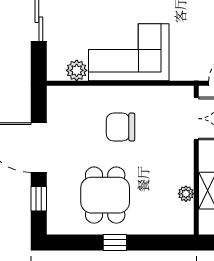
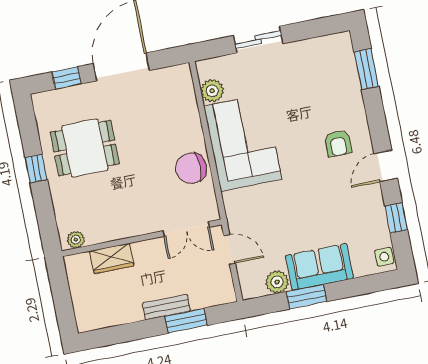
chair: (121, 127) -> (191, 168), moved, turned -90
plant: (186, 194) -> (76, 240), moved

